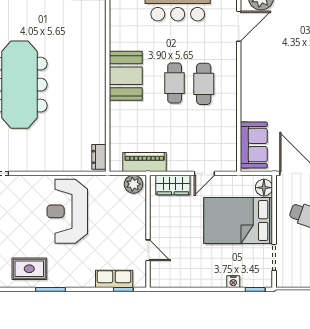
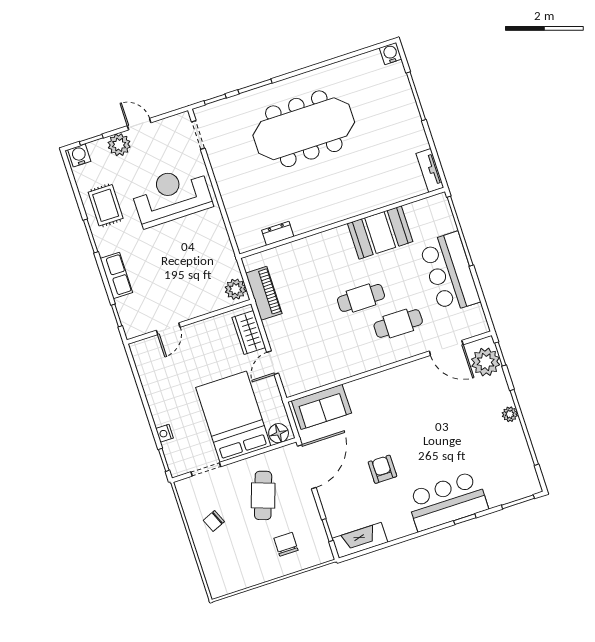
booth: (126, 76) -> (380, 232), moved
cafe table: (204, 84) -> (398, 323), moved
dresser: (99, 157) -> (278, 233), moved
door: (204, 173) -> (273, 363), hinge flipped
reception desk: (67, 211) -> (171, 196), moved
row of seats: (114, 279) -> (116, 275), moved

